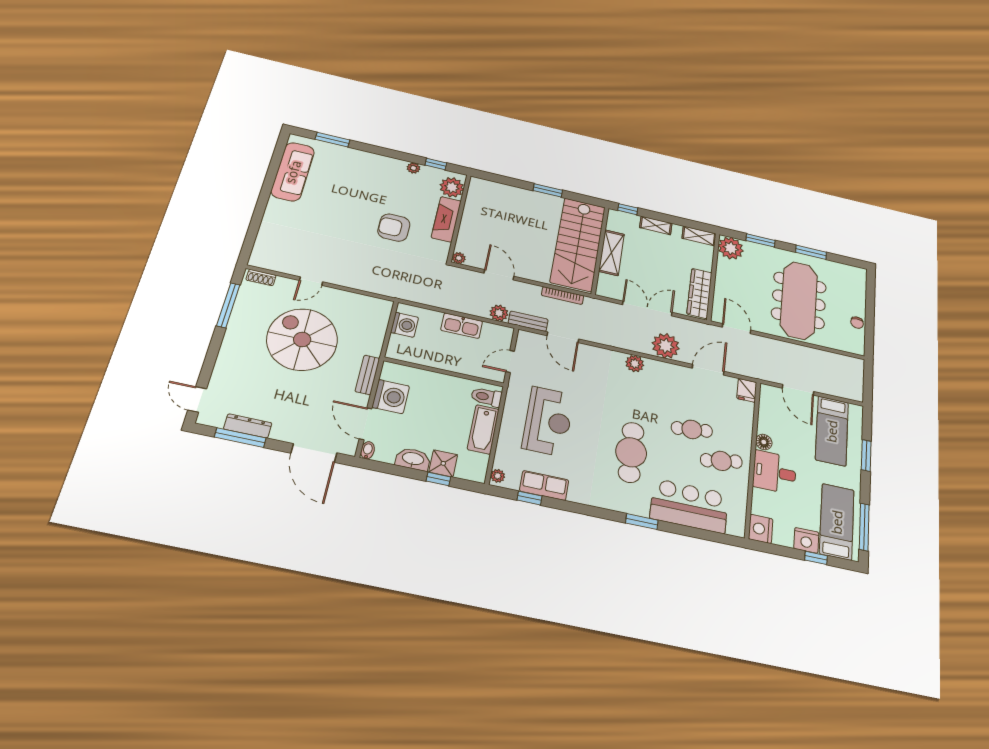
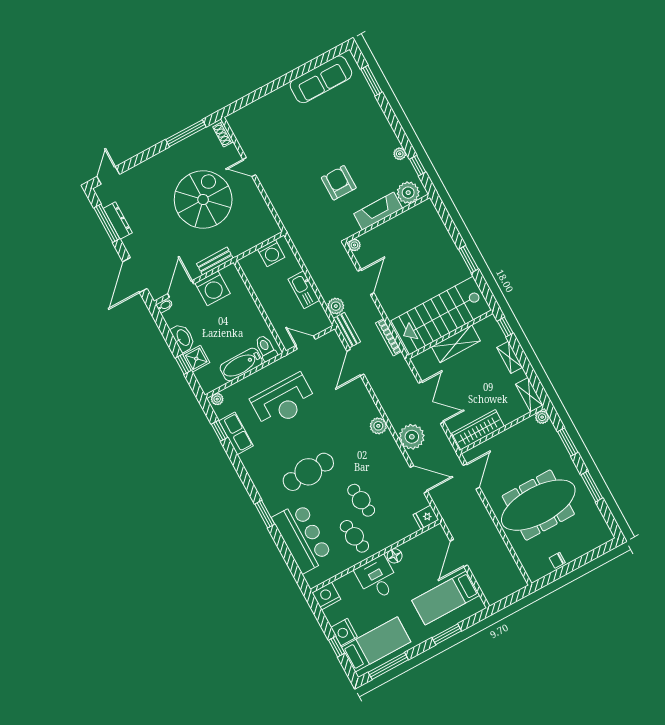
plant: (731, 248) -> (542, 417), width x0.53, depth x0.53

